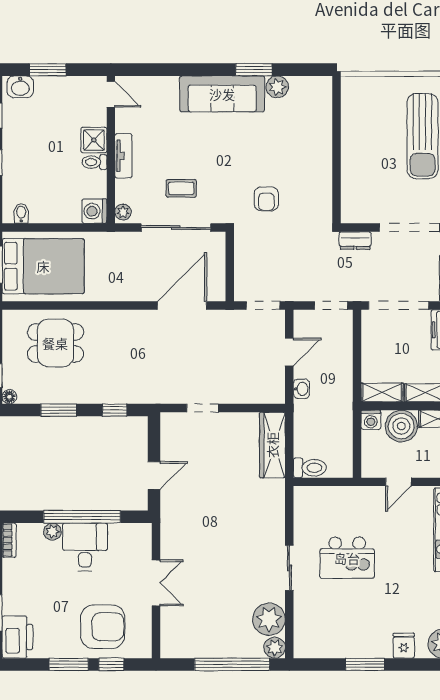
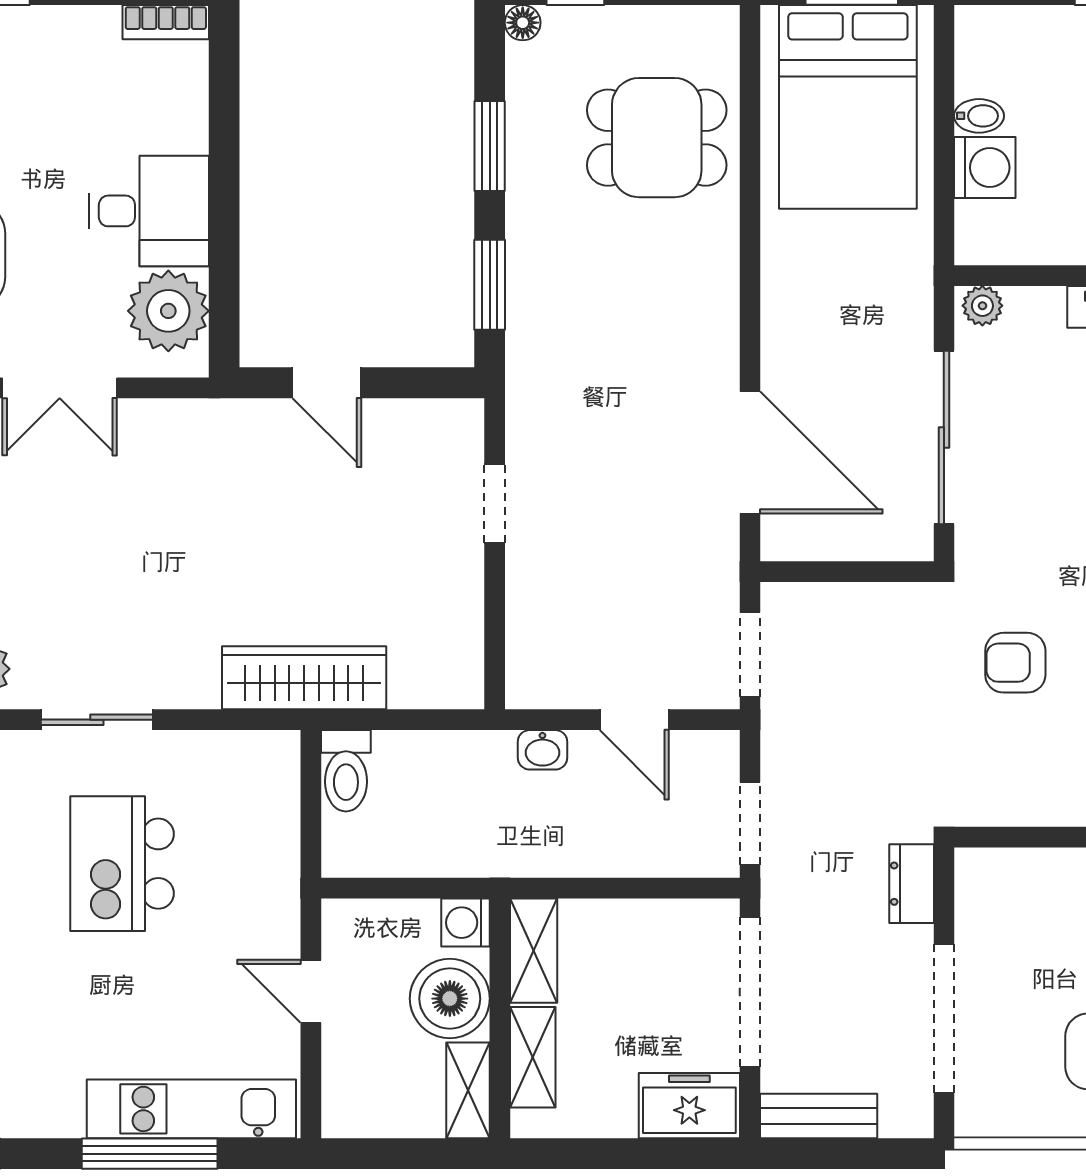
coffee table: (181, 188) -> (1042, 451), removed
washing machine: (94, 211) -> (985, 168), moved, turned 90
bidet: (21, 213) -> (979, 116), moved
dining table: (55, 343) -> (657, 138), turned 90
window: (115, 410) -> (490, 285), width x1.50
wardrobe: (272, 445) -> (304, 678), moved
window: (82, 517) -> (224, 204), removed
plant: (52, 532) -> (168, 311), moved, width x1.87, depth x1.87

